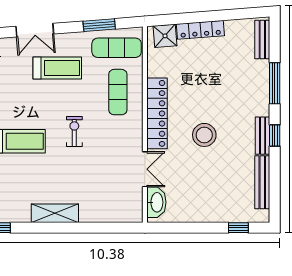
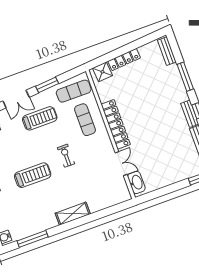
window: (99, 25) -> (47, 85), moved
stool: (204, 135) -> (152, 127), removed

